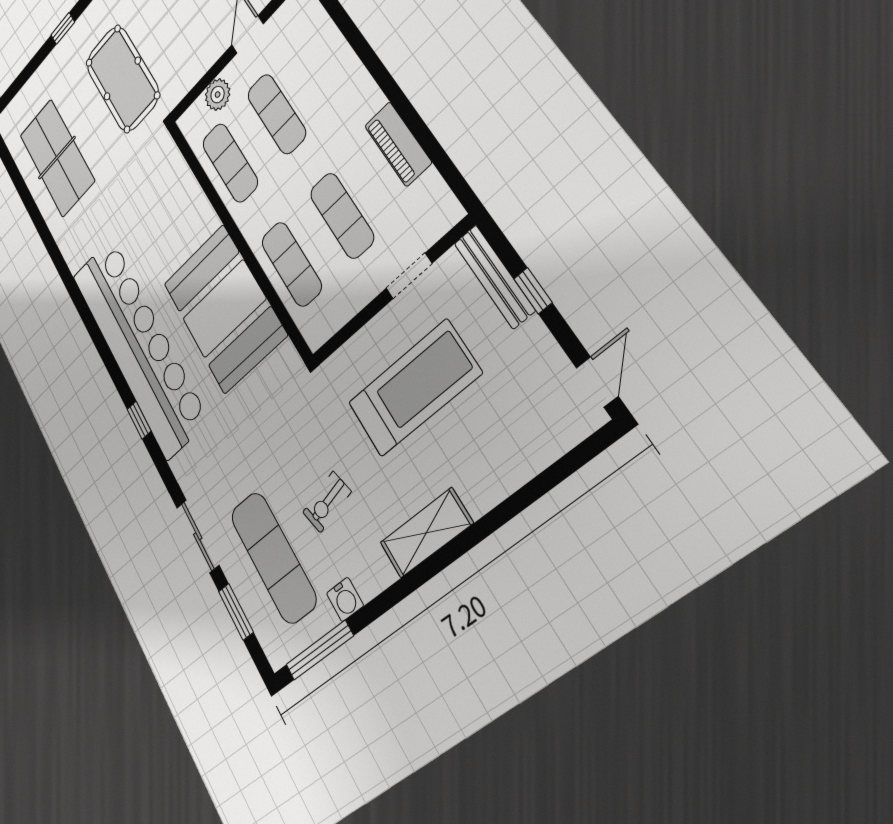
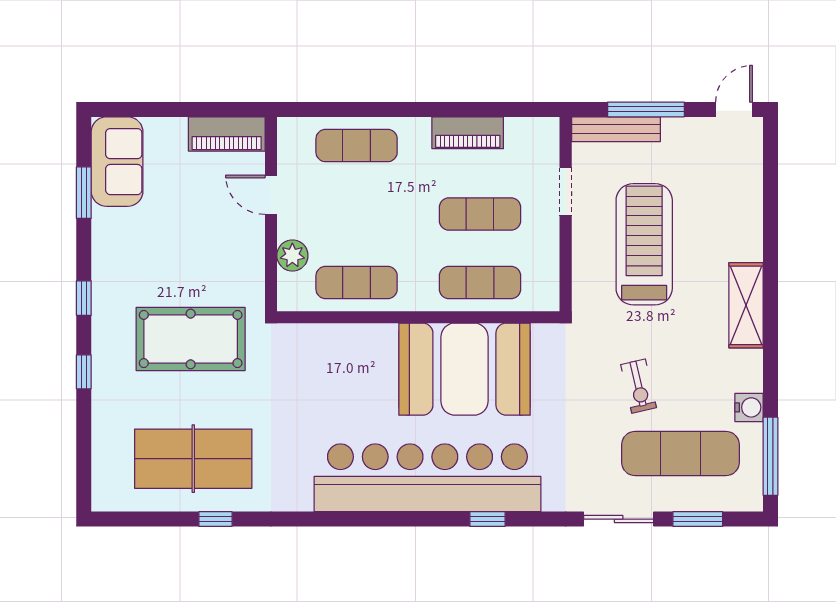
exercise mat: (277, 114) -> (357, 146), moved
window: (33, 210) -> (215, 519), added
window: (533, 291) -> (646, 109), width x2.17
door: (597, 382) -> (734, 109), hinge flipped
exercise bike: (327, 502) -> (639, 386), moved

